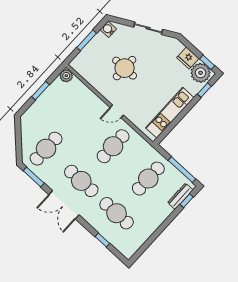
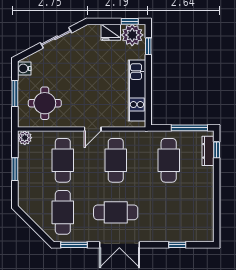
round table: (125, 68) -> (45, 103), moved
cafe table: (117, 213) -> (63, 160), moved, turned 90

